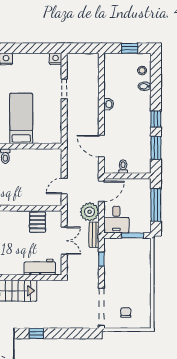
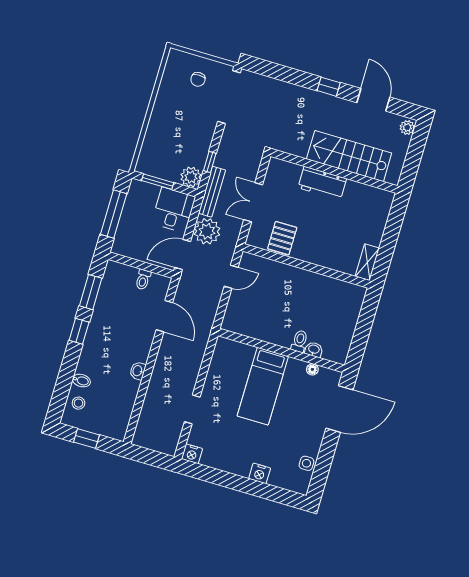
bench: (94, 235) -> (212, 192), width x1.36
plant: (111, 245) -> (191, 177), added
workbench: (40, 267) -> (322, 183), moved

